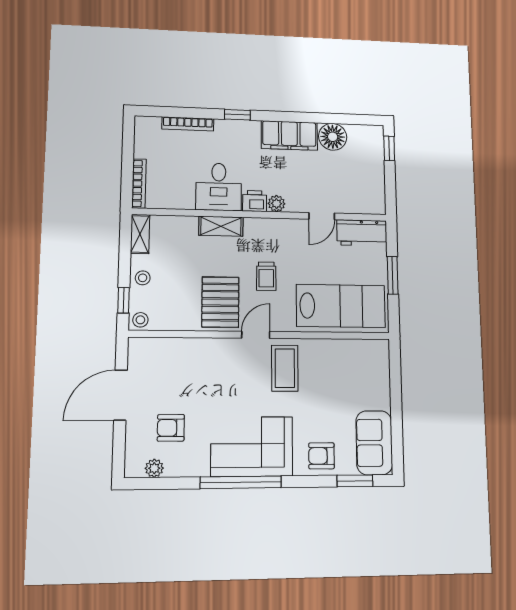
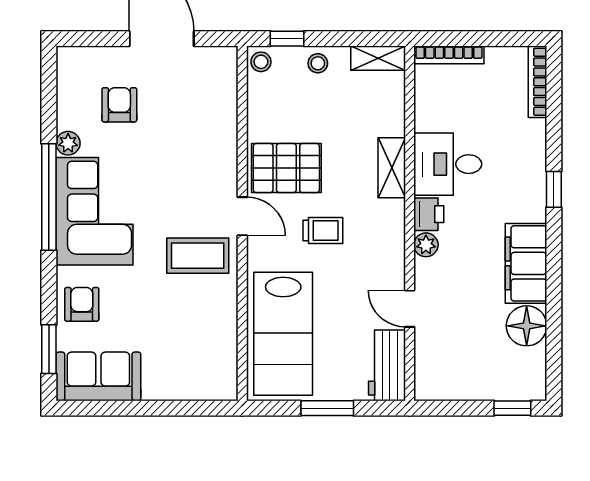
bookcase: (188, 124) -> (538, 82), moved
trolley: (266, 276) -> (323, 230), turned 180
plant: (154, 468) -> (68, 143), moved

